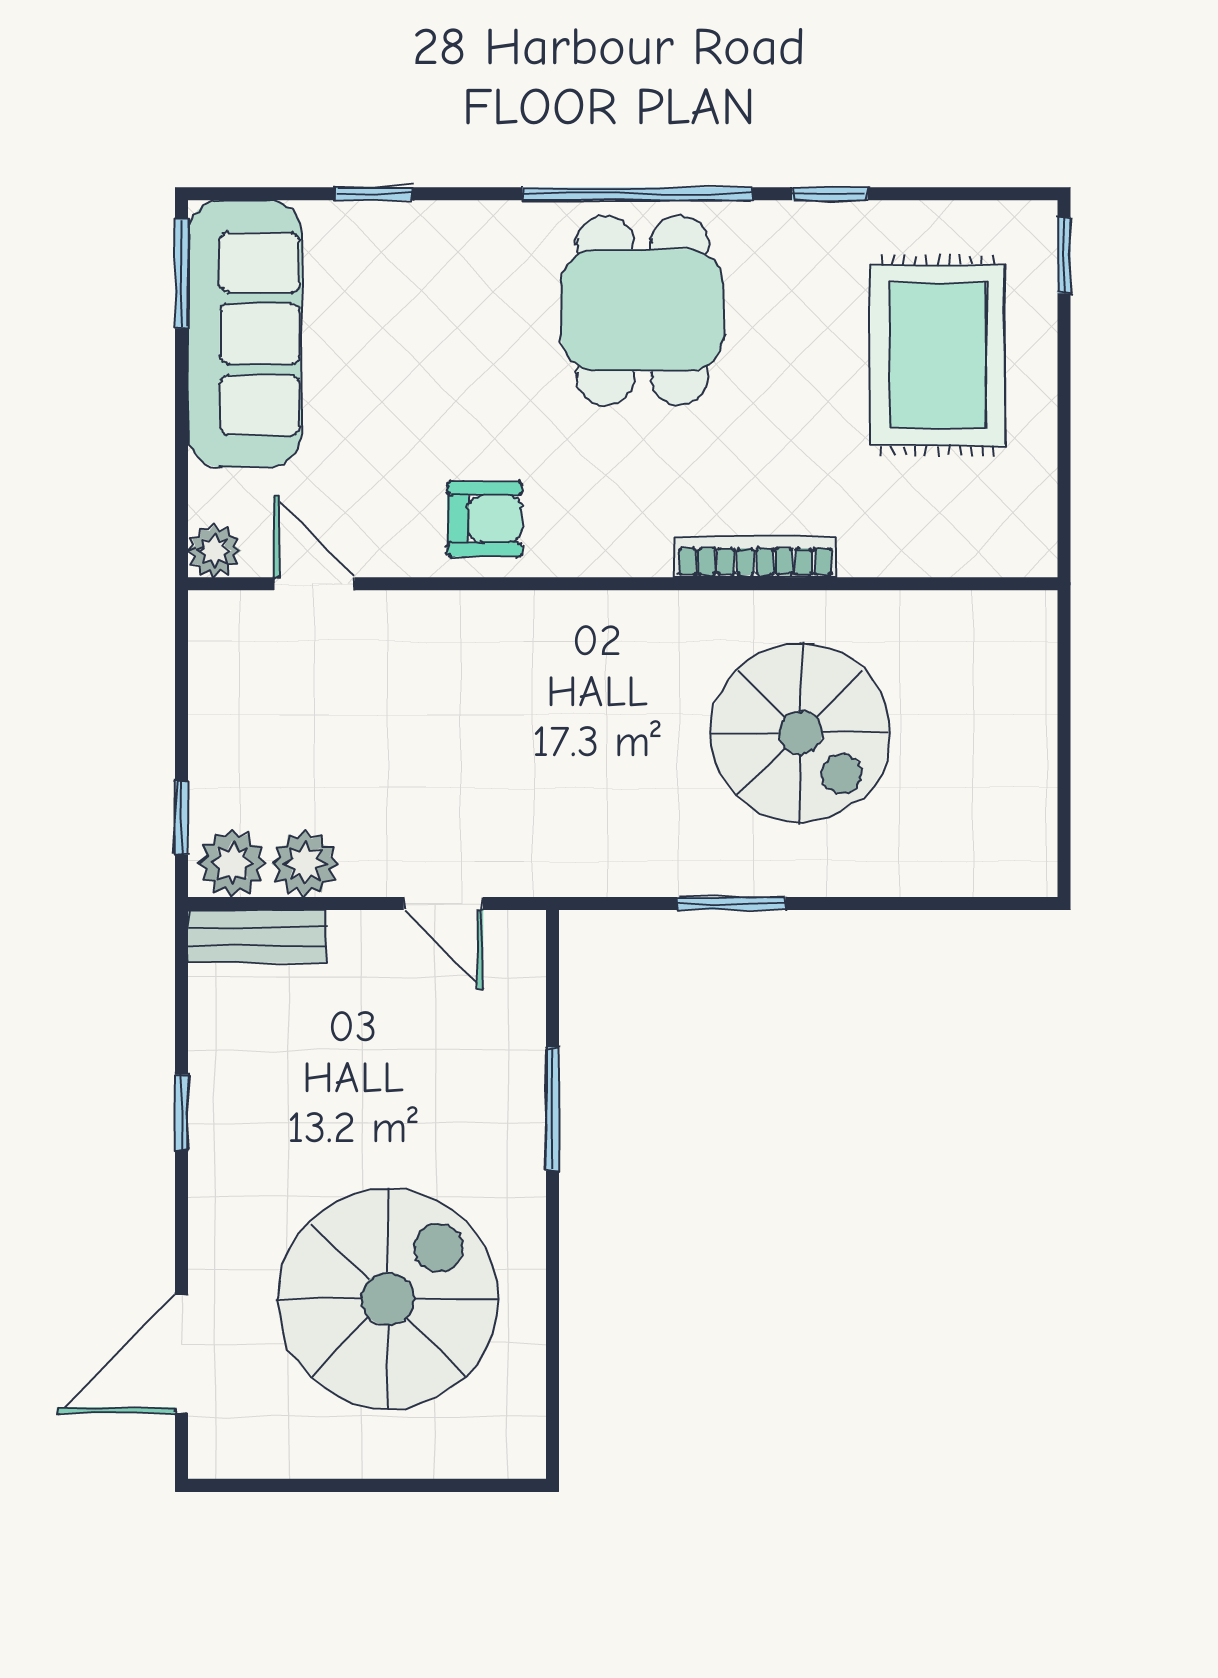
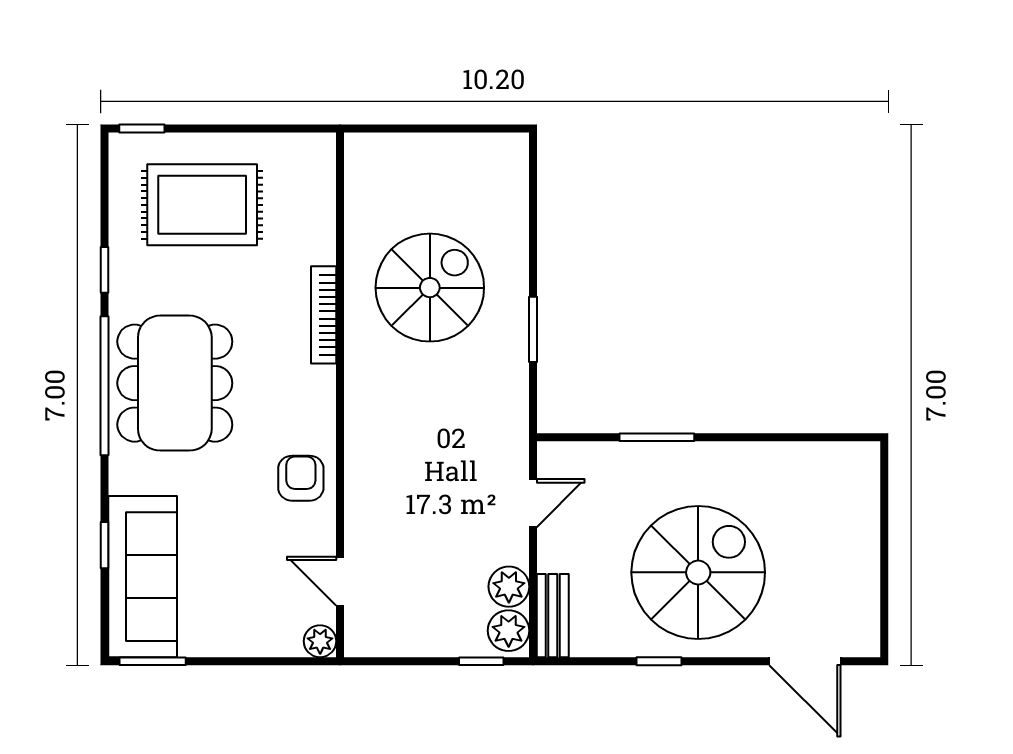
dining table: (642, 310) -> (175, 383), width x1.38
sofa: (245, 334) -> (143, 577), moved, turned 90
door: (314, 584) -> (340, 581), hinge flipped
spiral stairs: (388, 1299) -> (698, 572), moved, turned 90

